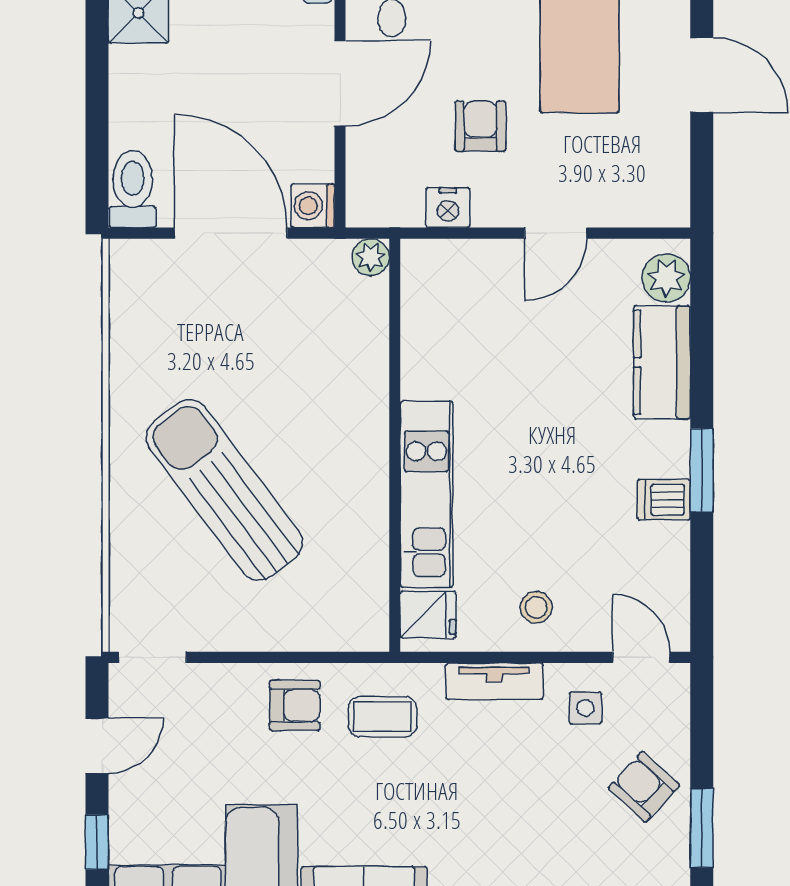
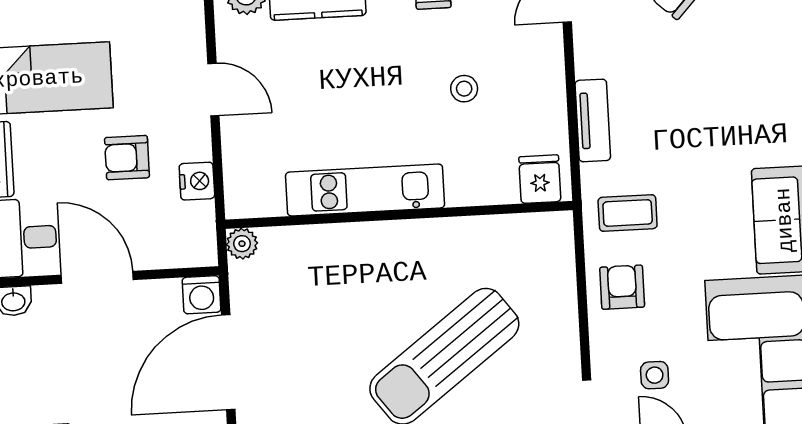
kitchen unit: (427, 494) -> (365, 190), moved
stool: (536, 607) -> (464, 89), moved
side table: (586, 708) -> (655, 375), moved
coffee table: (382, 717) -> (628, 213), turned 90

